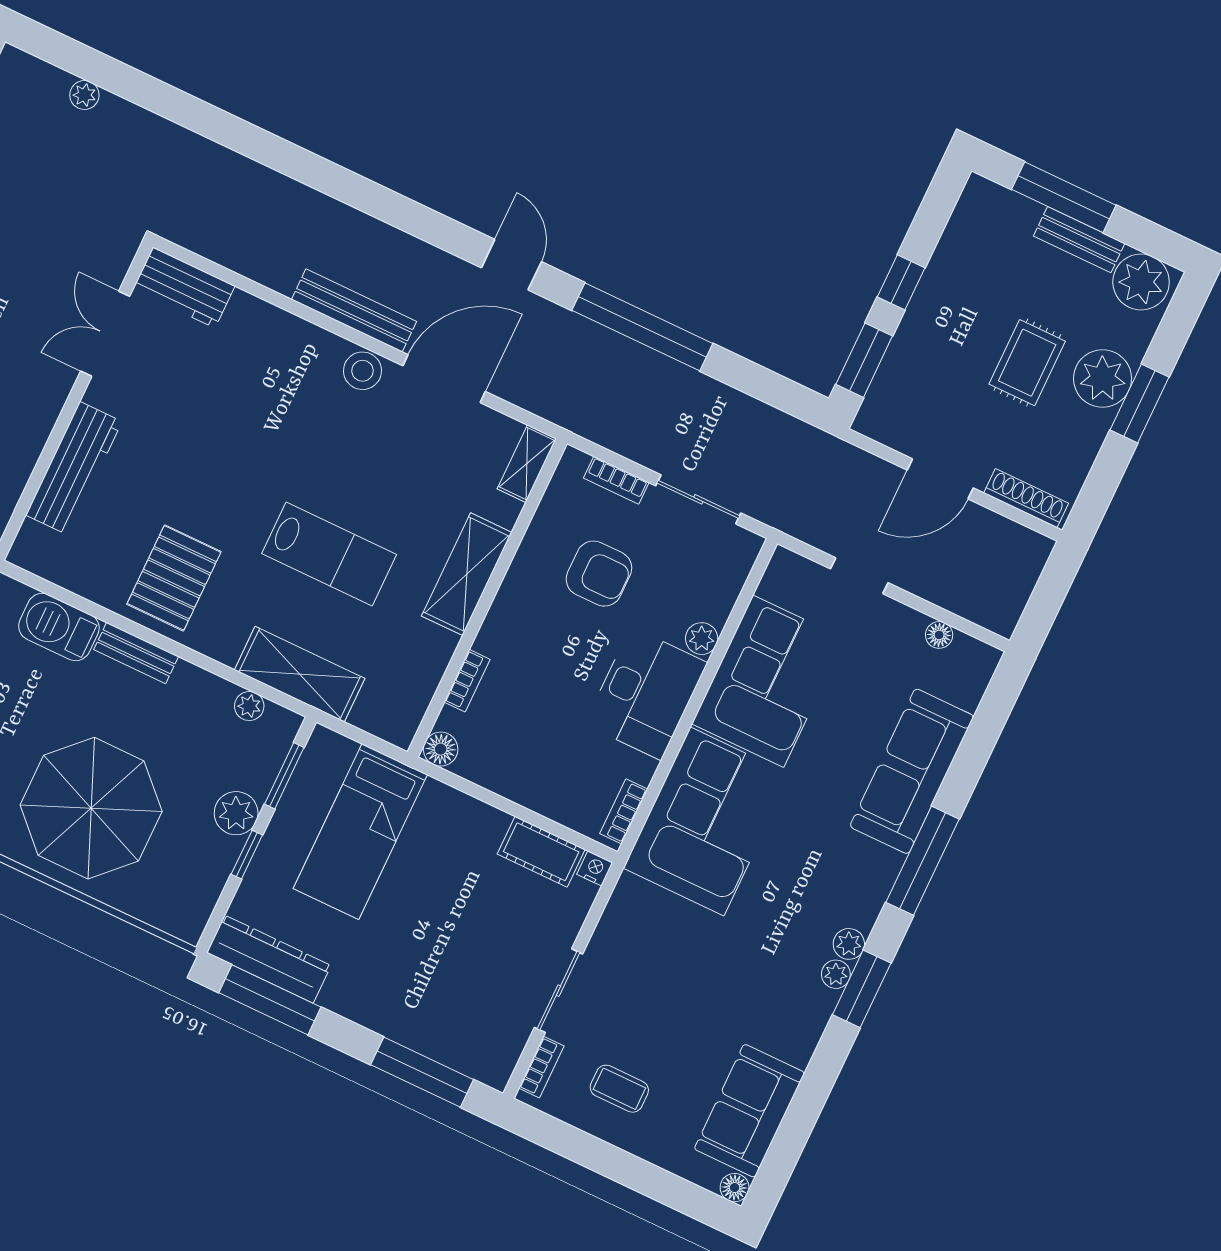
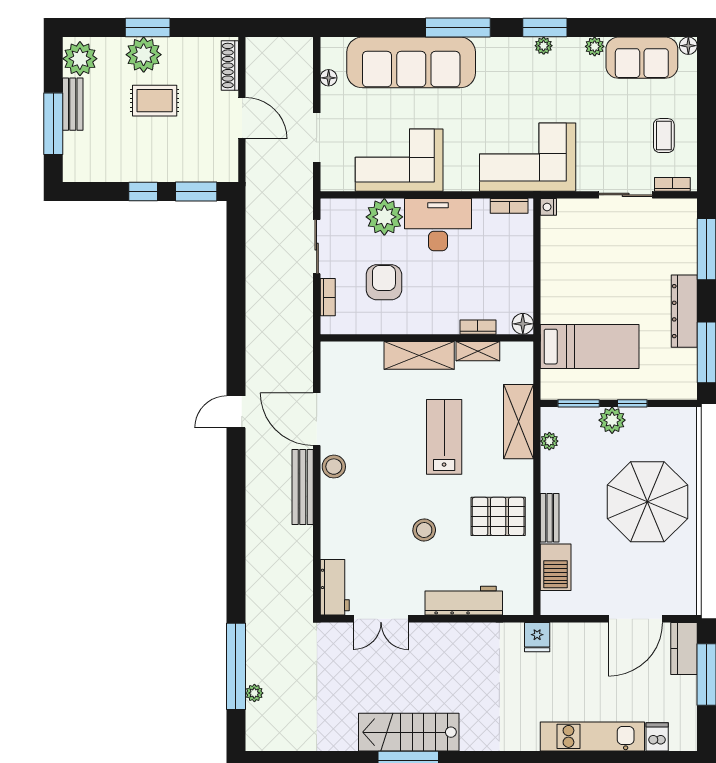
window: (642, 327) -> (236, 666), moved
stool: (206, 459) -> (424, 530), added
shelving: (527, 464) -> (478, 351), moved
doorway: (859, 576) -> (317, 138), width x1.38
plant: (702, 639) -> (384, 217), width x1.88, depth x1.88
sofa: (912, 771) -> (411, 62), width x1.36, depth x1.27
corner sofa: (707, 821) -> (528, 157), moved
cot: (541, 852) -> (553, 241), removed
plant: (849, 944) -> (595, 46), moved
dresser: (269, 959) -> (684, 311), moved

